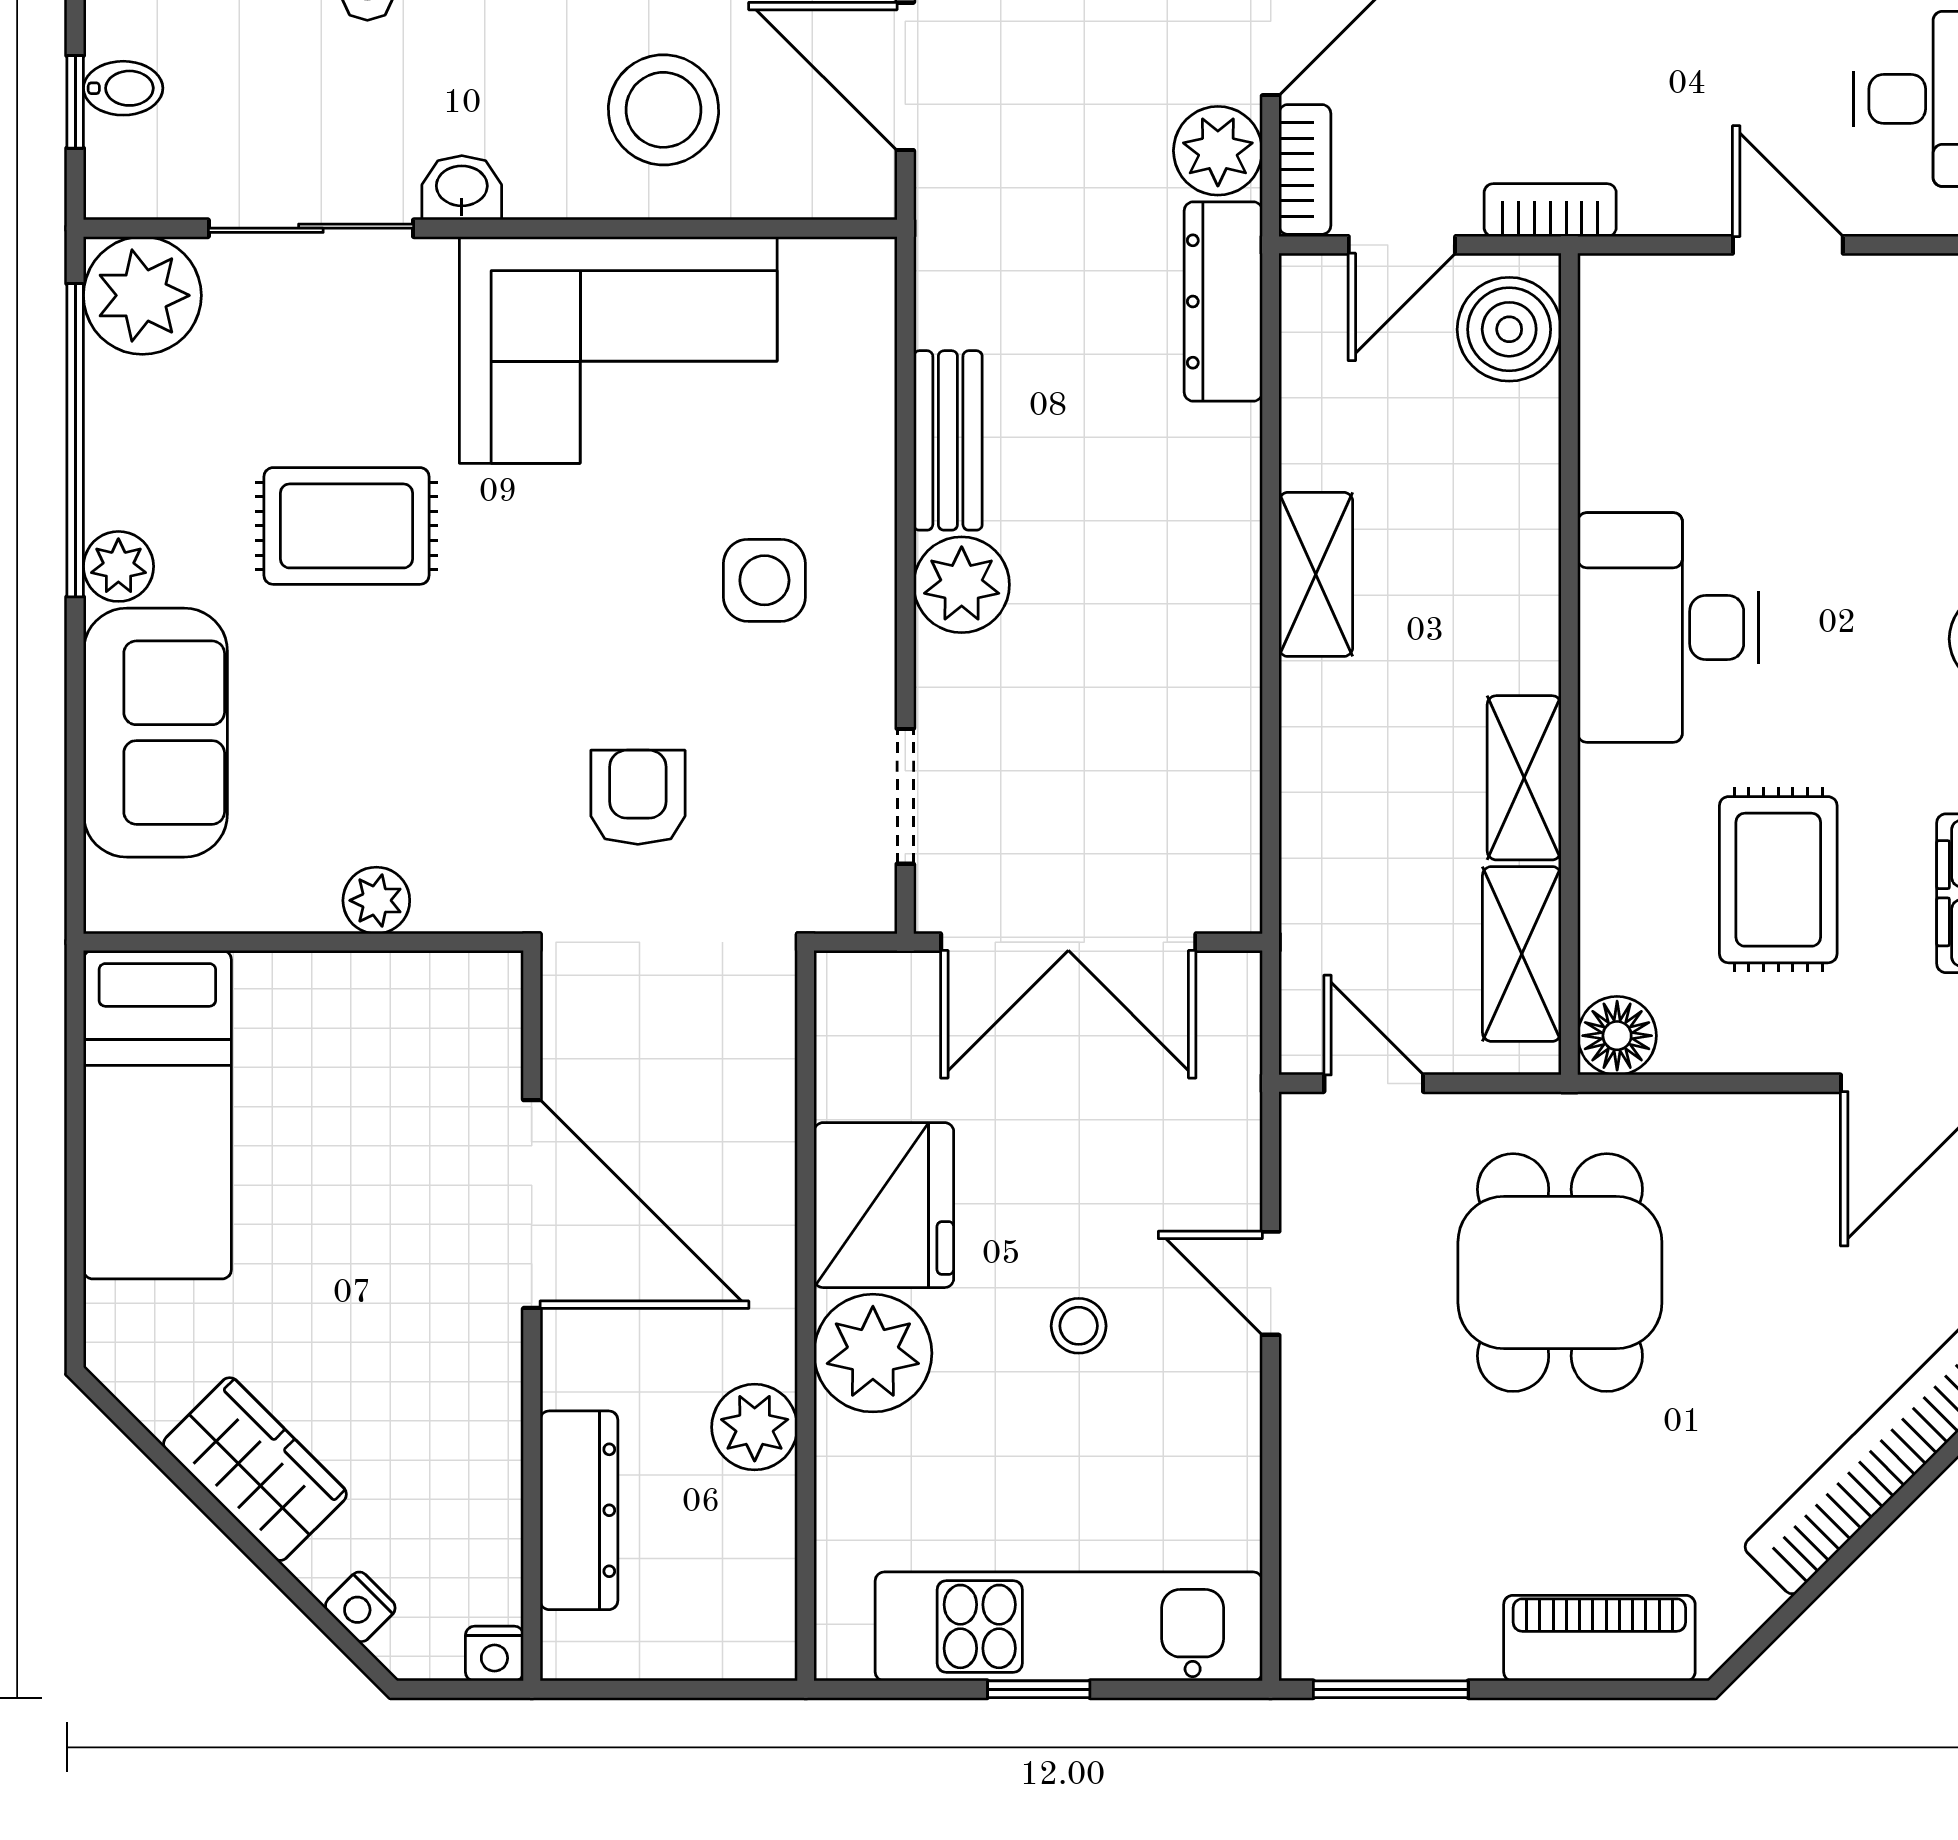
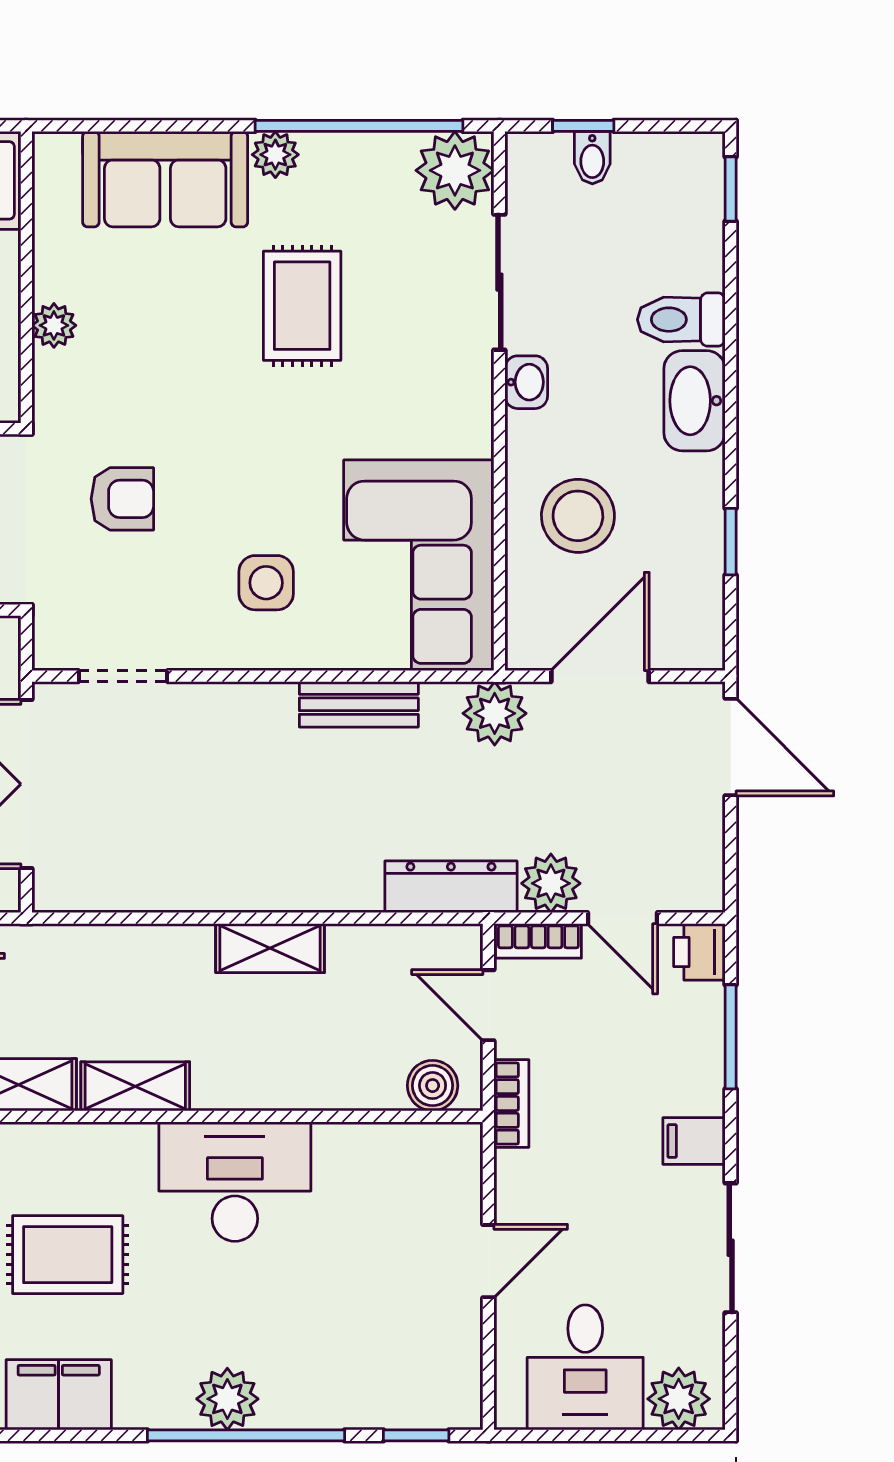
boiler: (1509, 329) -> (433, 1086), width x0.73, depth x0.73
corner sofa: (618, 350) -> (419, 565), moved
plant: (962, 585) -> (495, 713), moved

